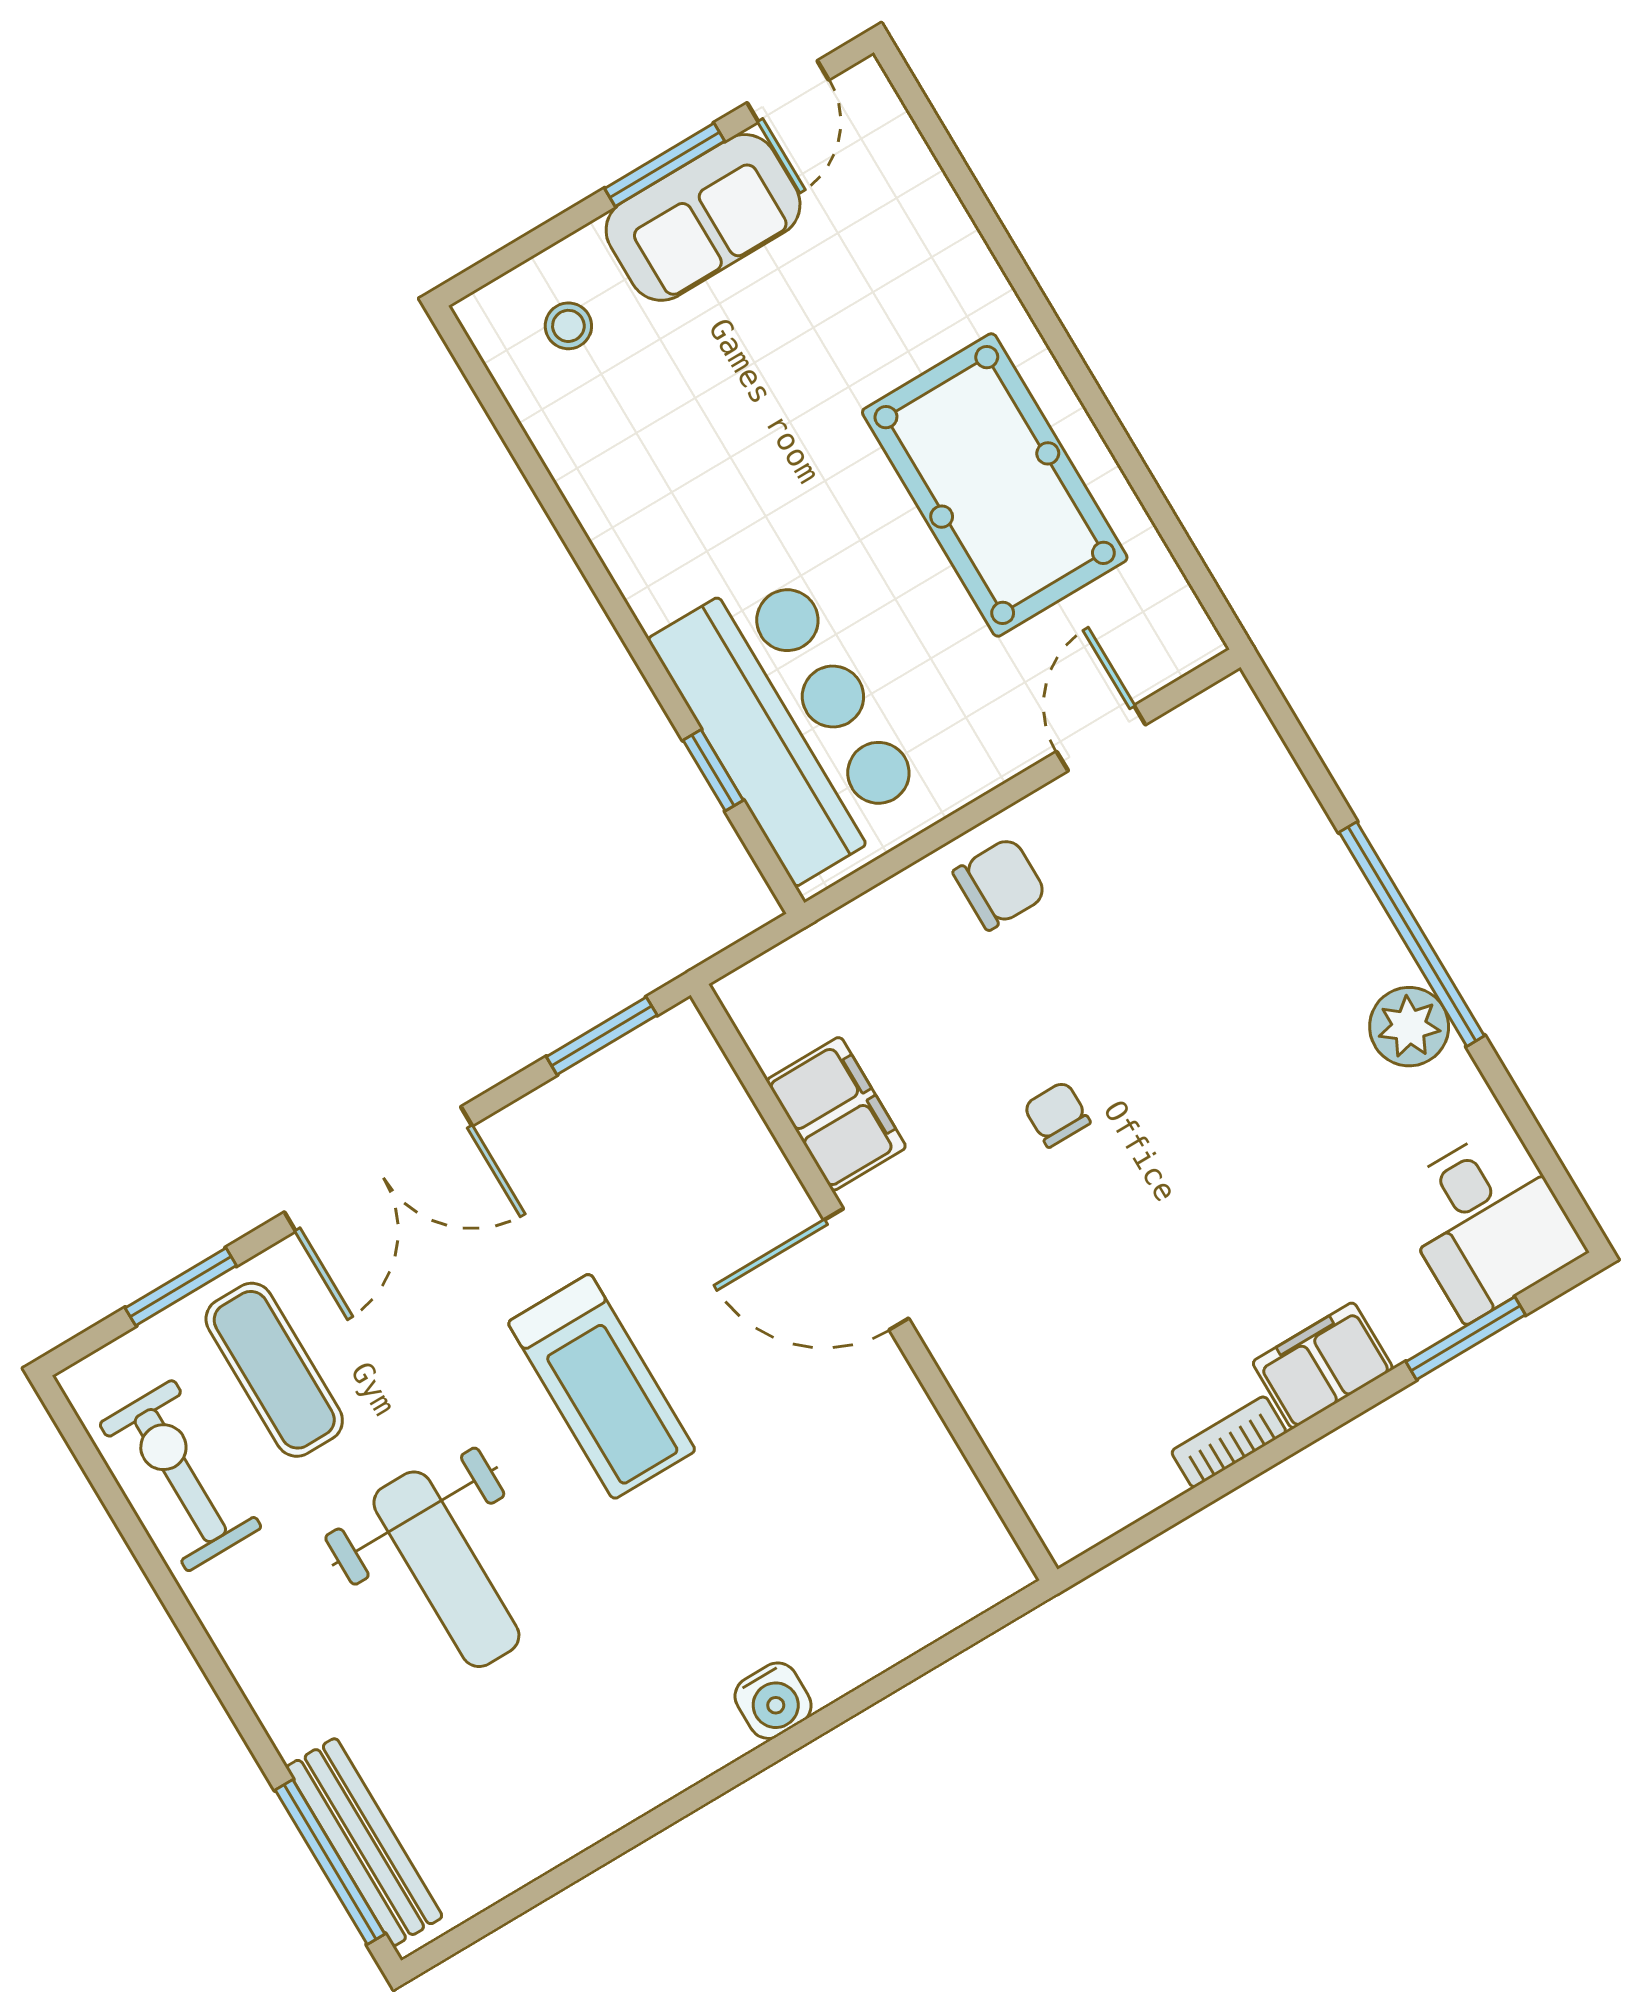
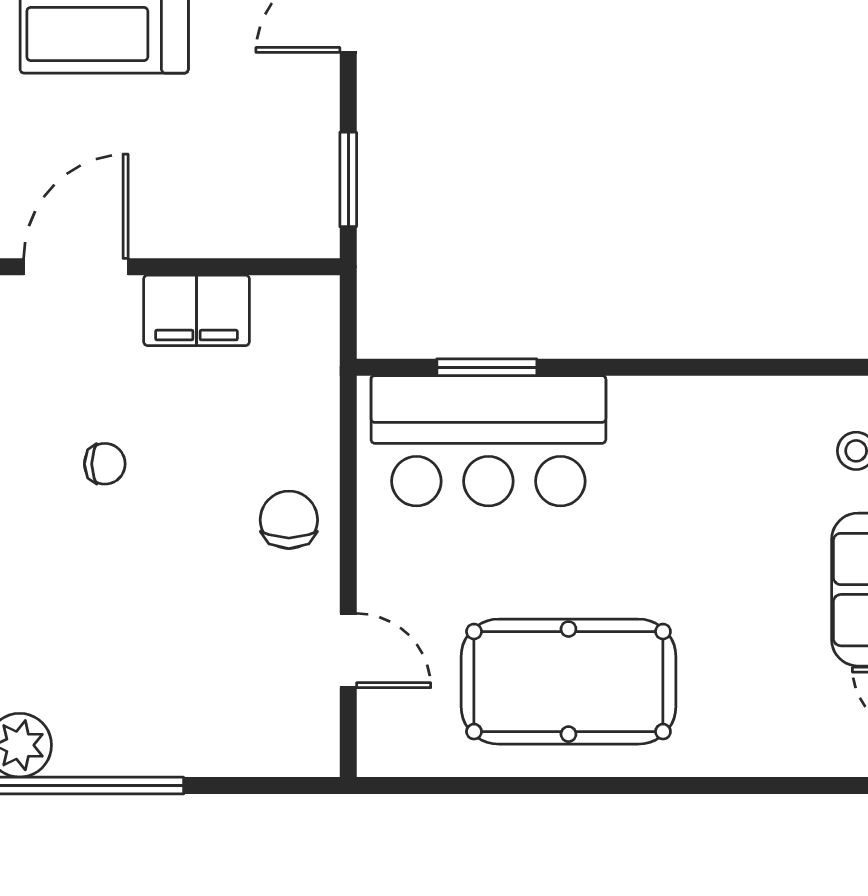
window: (713, 770) -> (487, 367), width x1.50
chair: (1000, 884) -> (289, 520), turned 180

